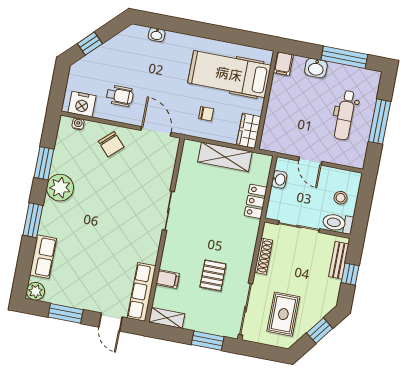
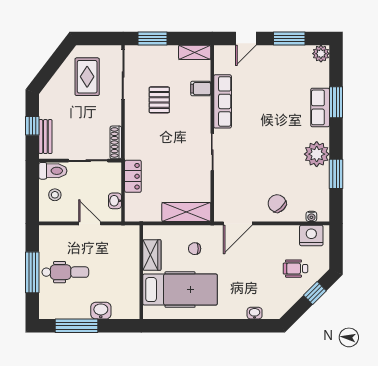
filing cabinet: (283, 64) -> (132, 309), removed
wheelchair: (120, 96) -> (295, 269), moved
dental chair: (345, 115) -> (65, 272), turned 90
door: (156, 131) -> (238, 223), hinge flipped
wardrobe: (249, 131) -> (152, 255), moved
shelving: (225, 157) -> (186, 212), moved
window: (33, 220) -> (336, 102), moved
shoe rack: (264, 256) -> (116, 142), moved
row of seats: (43, 257) -> (320, 107), moved
row of seats: (142, 292) -> (223, 101), moved
door: (111, 322) -> (246, 38), swing flipped
window: (320, 331) -> (50, 68), removed

